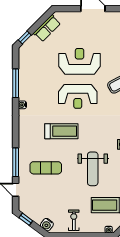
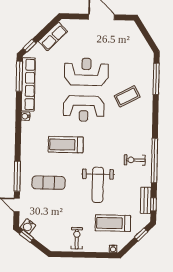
row of seats: (24, 74) -> (28, 84), added
window: (16, 83) -> (19, 76), moved
treadmill: (61, 131) -> (66, 145), turned 180
water cooler: (47, 225) -> (28, 226), moved

